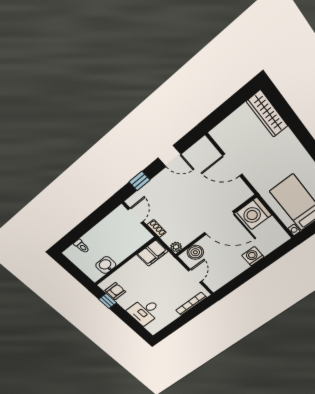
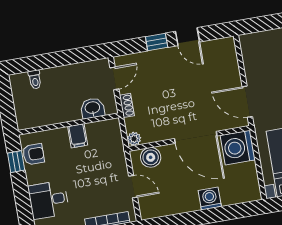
door: (232, 165) -> (247, 102), moved
window: (140, 181) -> (157, 42), moved
filing cabinet: (152, 253) -> (78, 136), moved, width x0.50
washbasin: (106, 265) -> (92, 108), moved
door: (195, 276) -> (133, 187), hinge flipped

